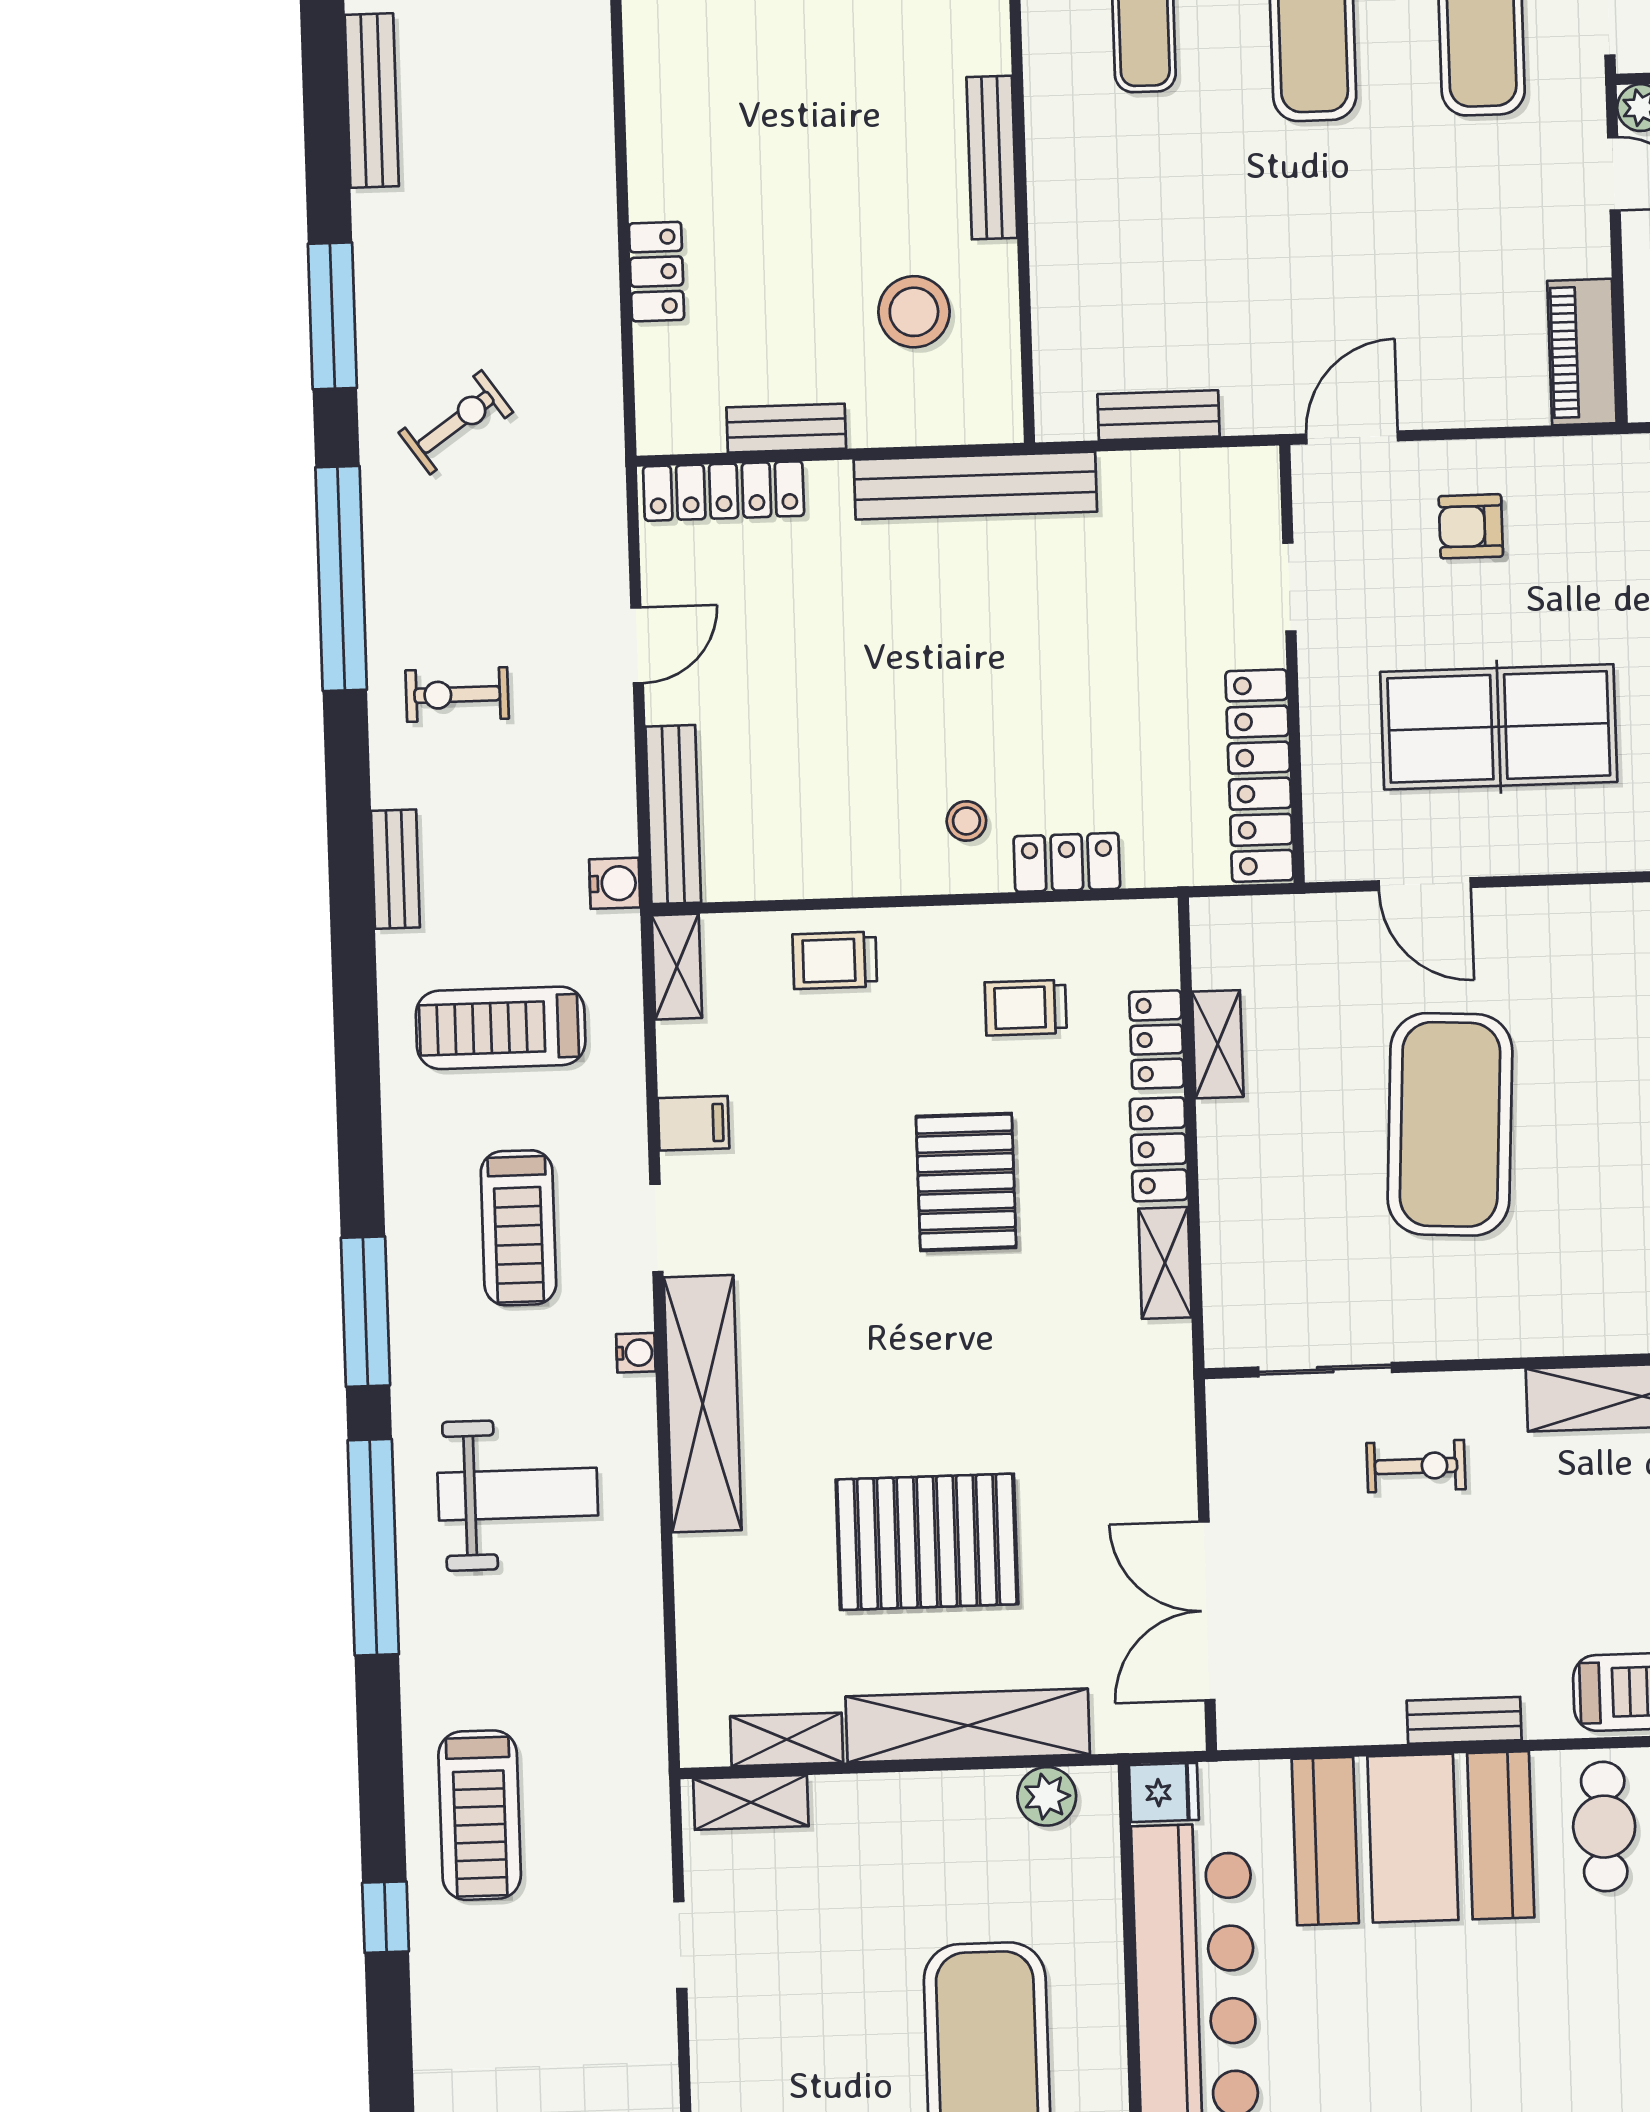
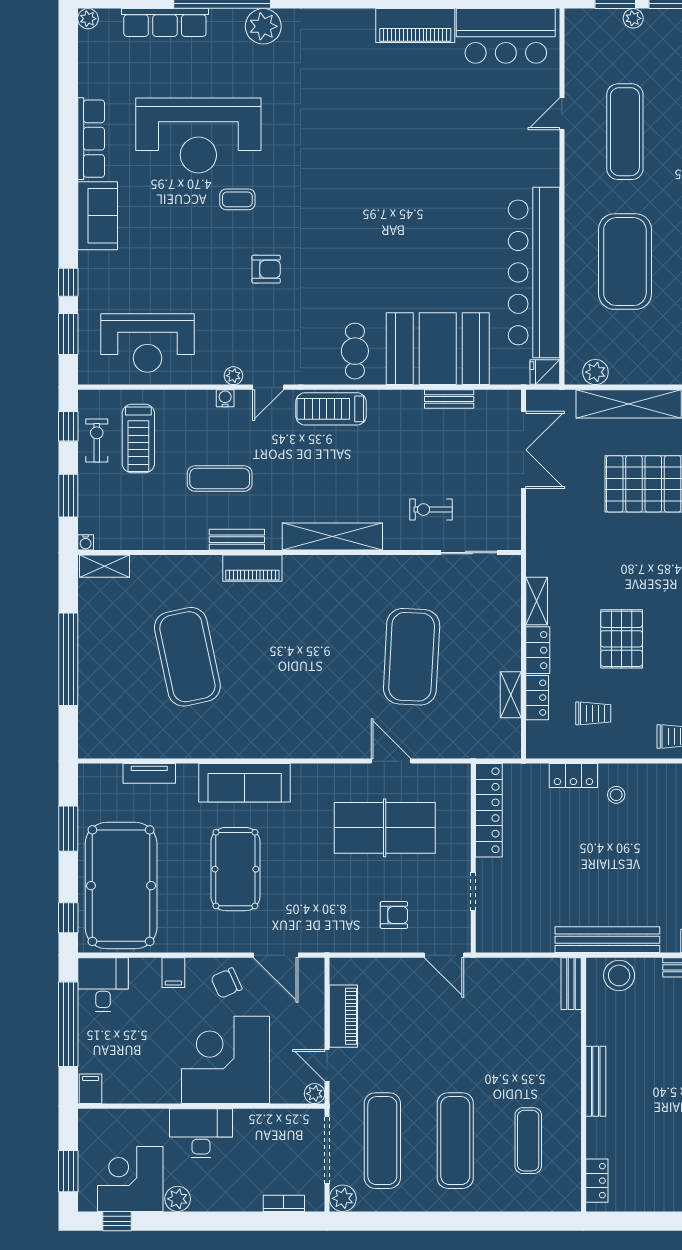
stool: (914, 312) -> (619, 975), moved
piano: (1582, 352) -> (343, 1016), moved
bench: (1159, 415) -> (571, 984), moved, turned 90
door: (1352, 437) -> (444, 955), hinge flipped
door: (1425, 884) -> (391, 761), moved
bench: (1464, 1720) -> (449, 399), moved

